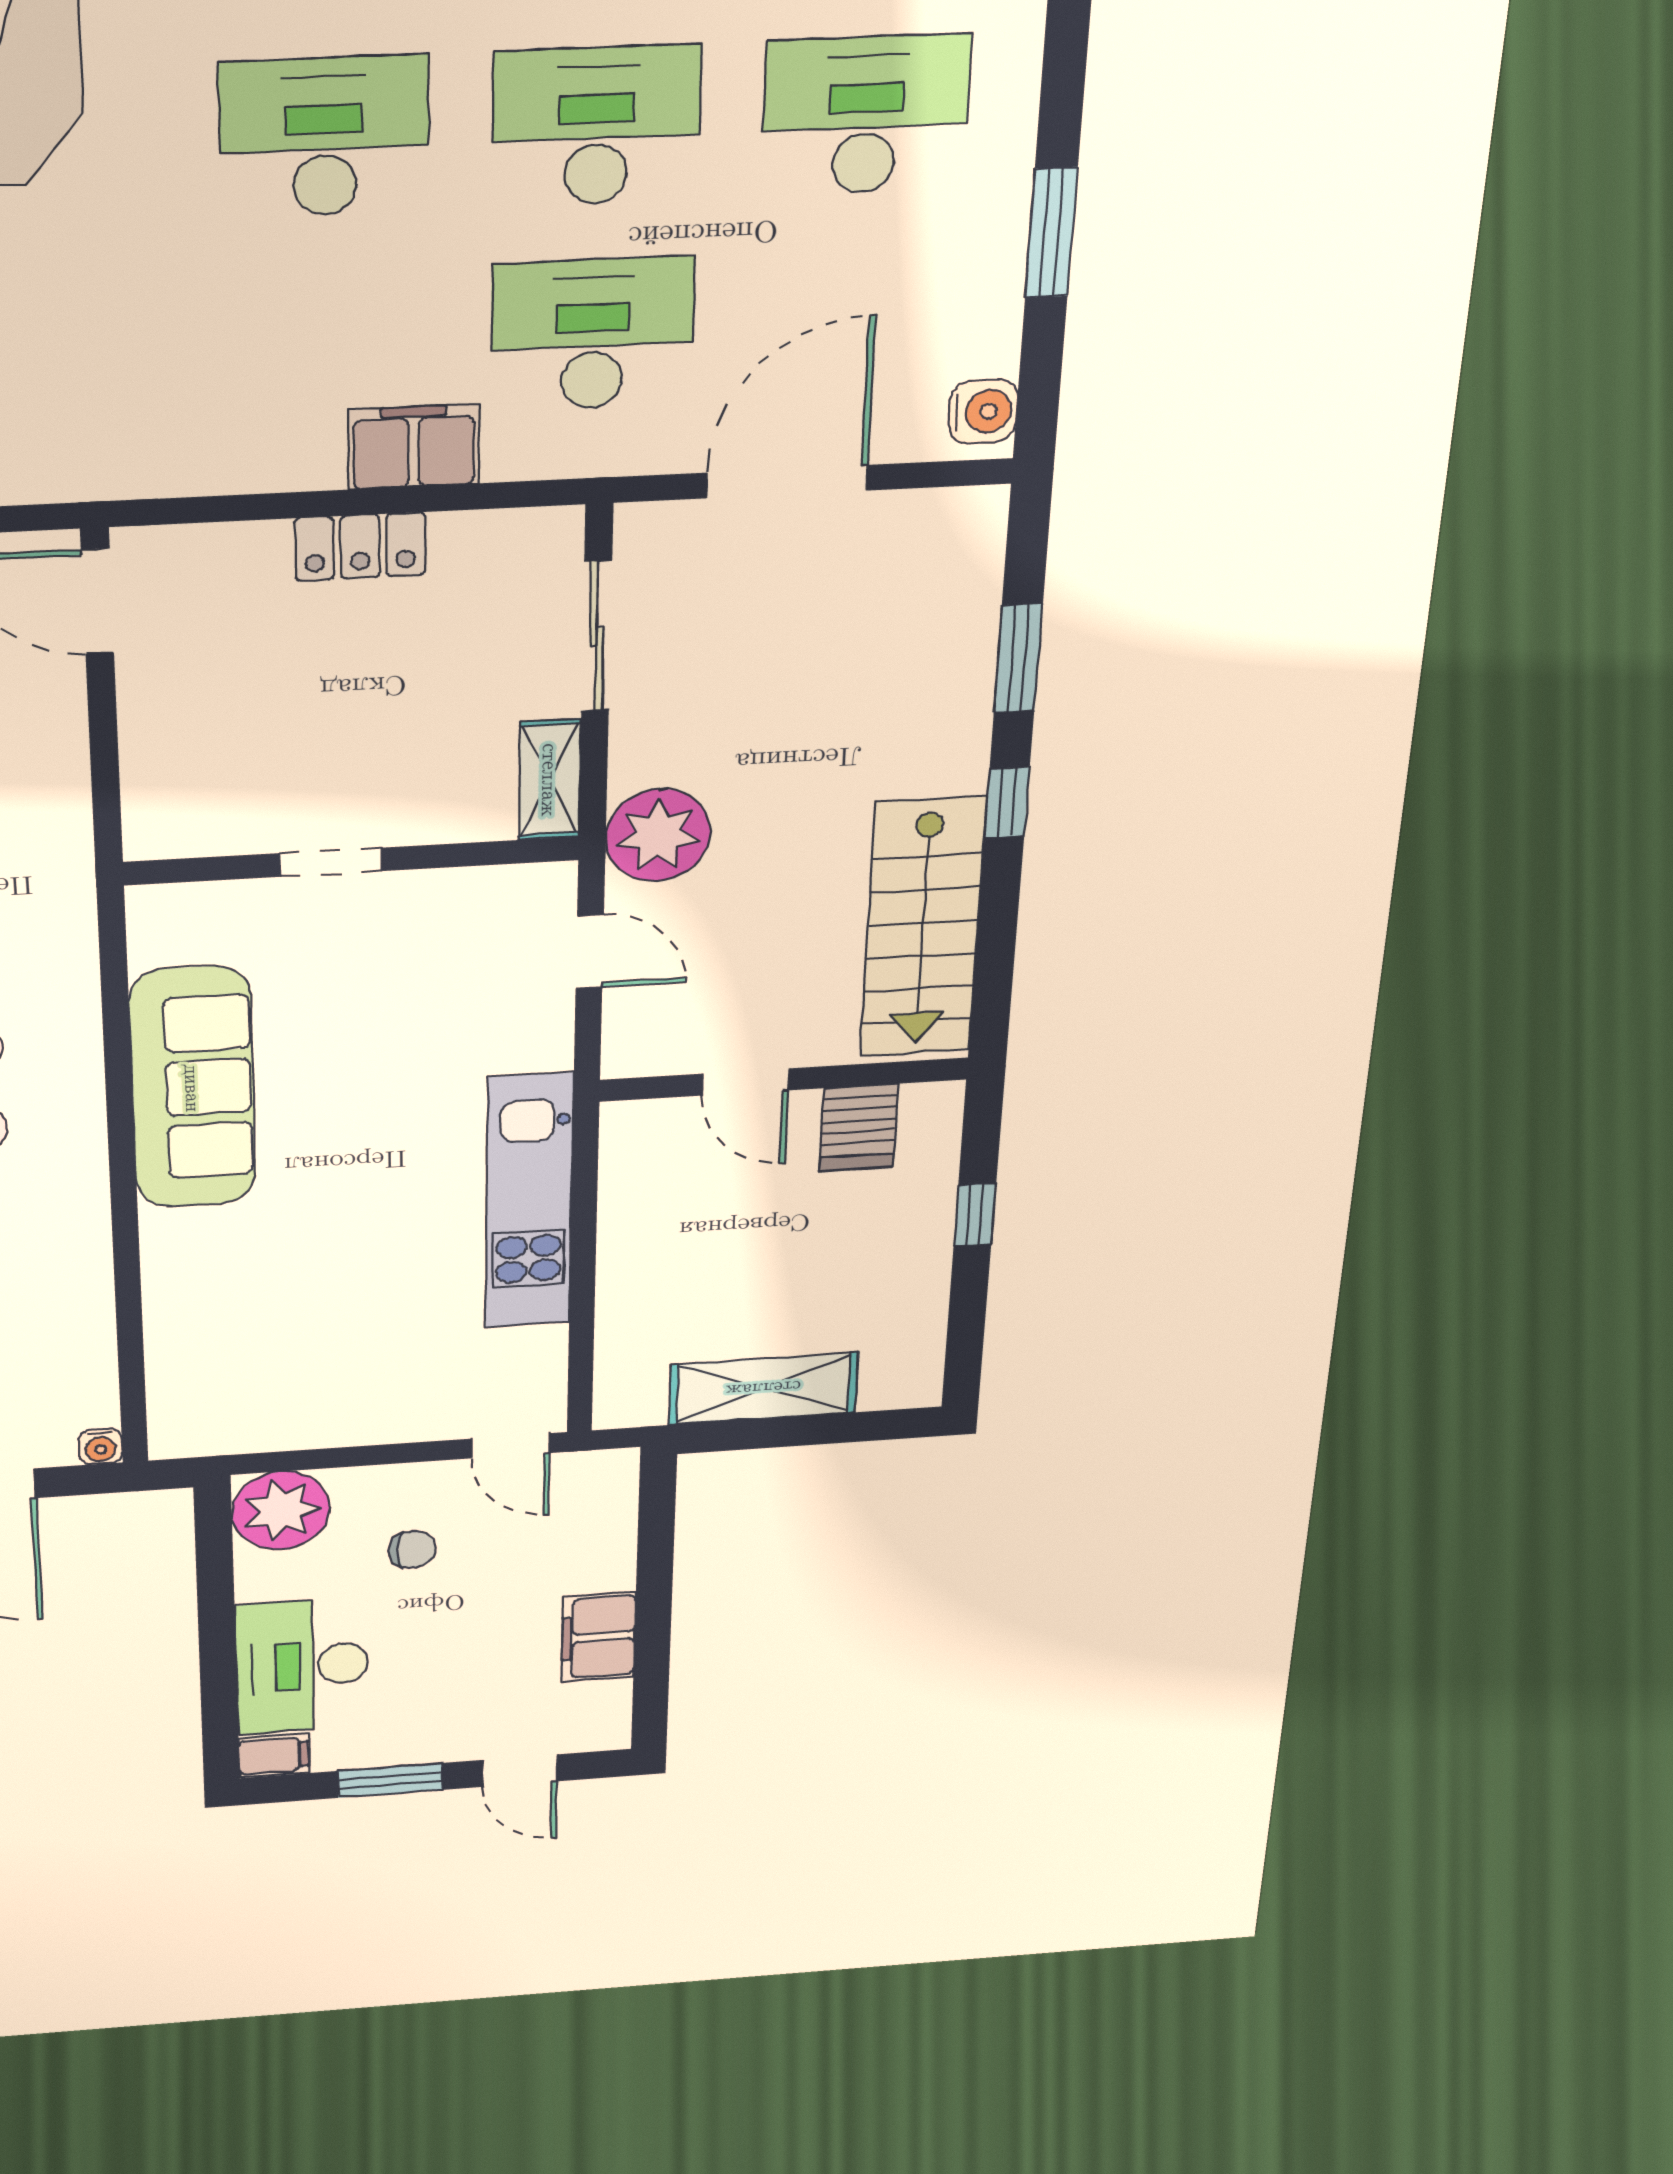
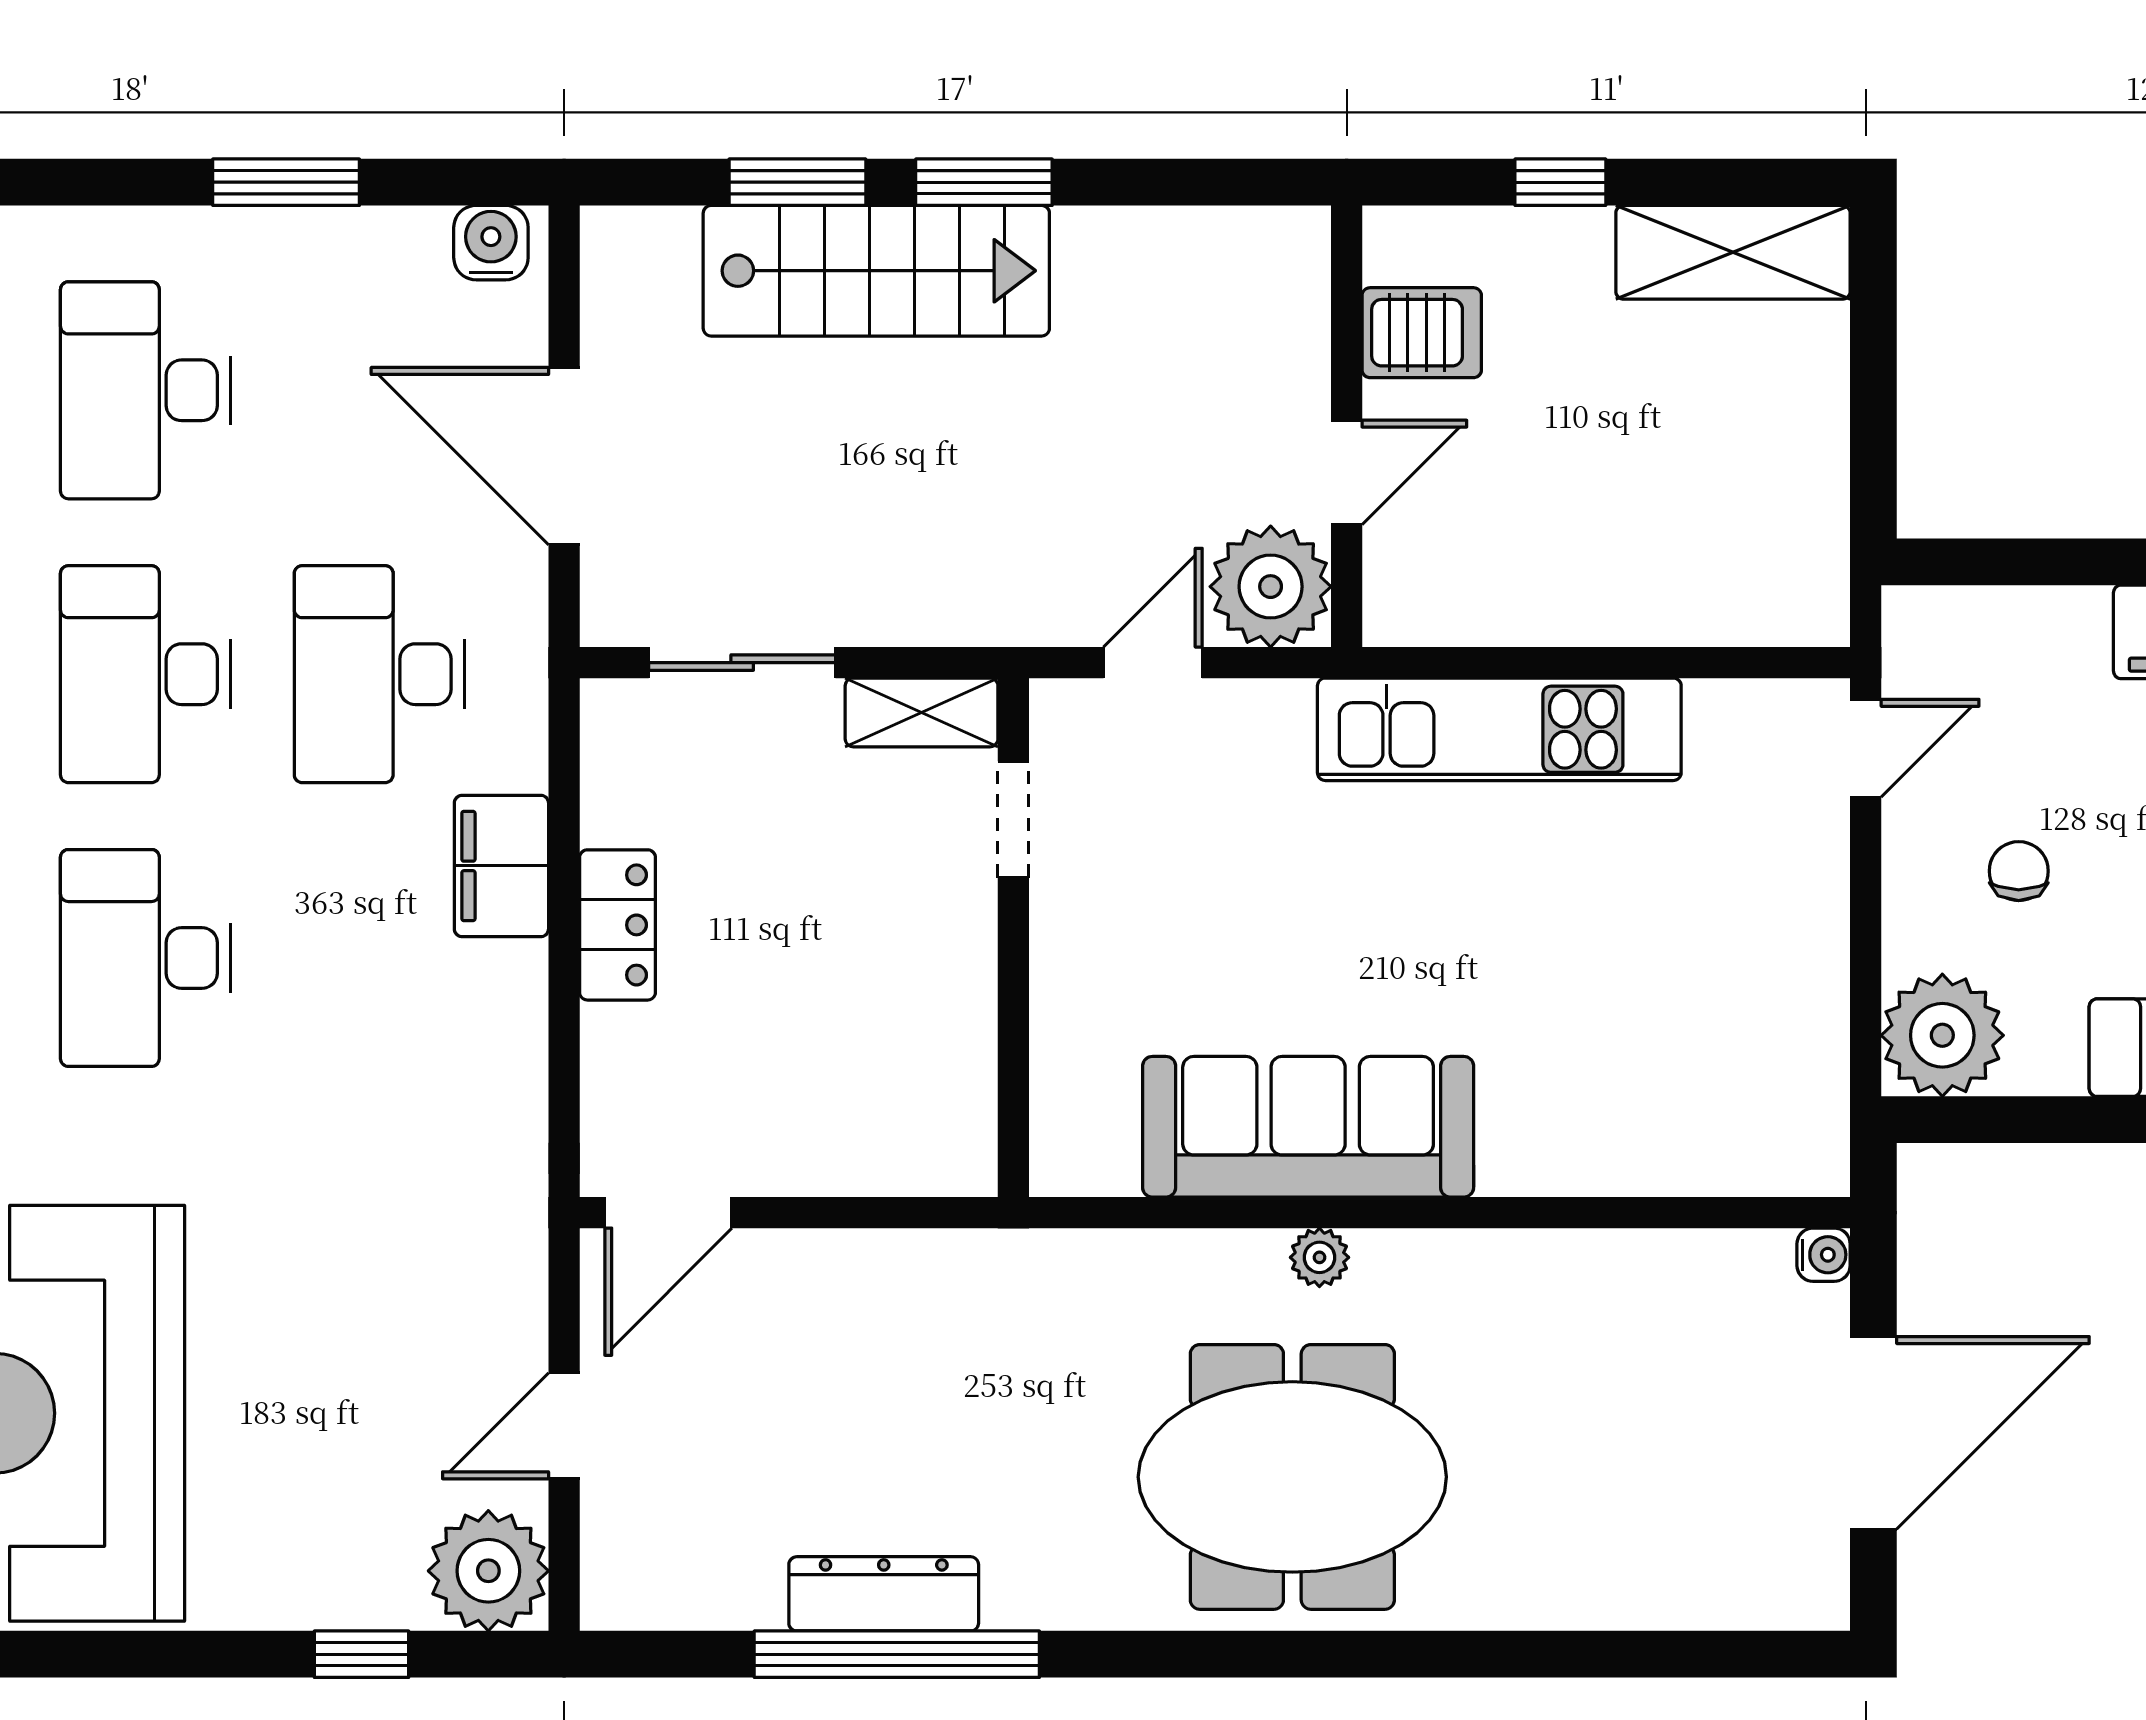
window: (1007, 802) -> (984, 182), width x1.50
plant: (658, 835) -> (1271, 587), moved
doorway: (331, 862) -> (1013, 819), moved
stairs: (923, 928) -> (876, 271), moved
plant: (81, 1103) -> (1319, 1257), added
shelving: (763, 1389) -> (1733, 252), moved, turned 90

